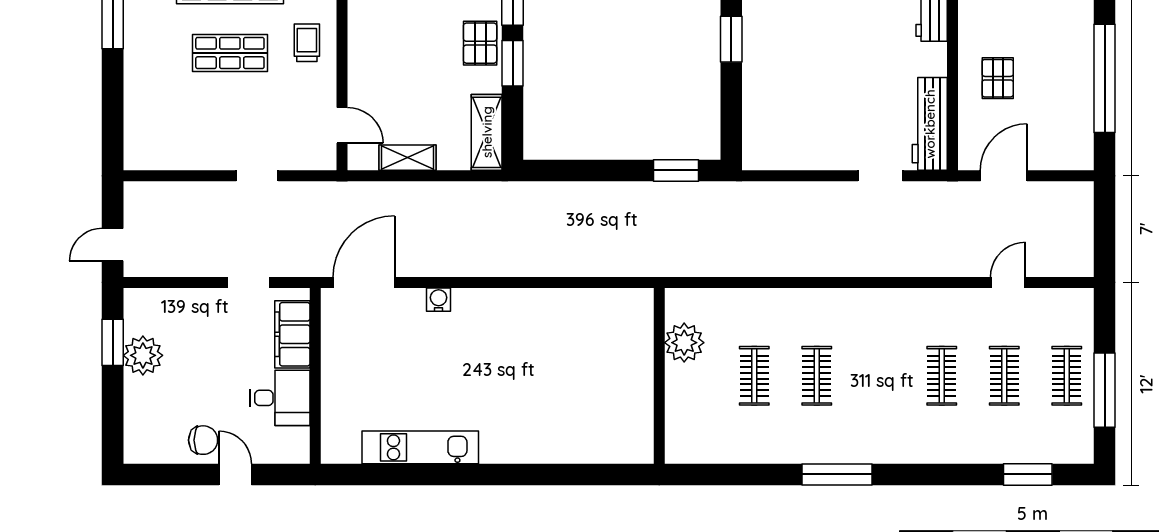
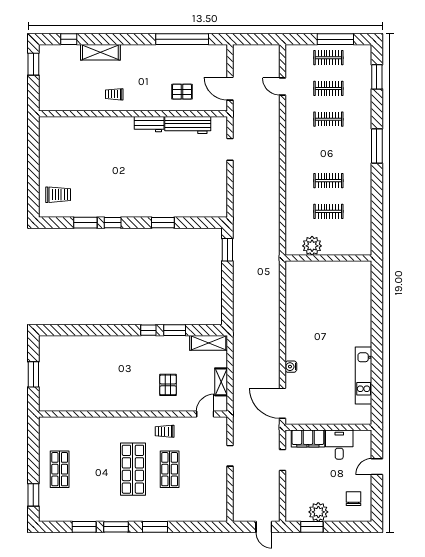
pallet: (480, 43) -> (168, 385), moved, turned 90
workbench: (930, 124) -> (188, 125), moved
chair: (203, 440) -> (353, 499), moved
window: (837, 474) -> (377, 146), moved

